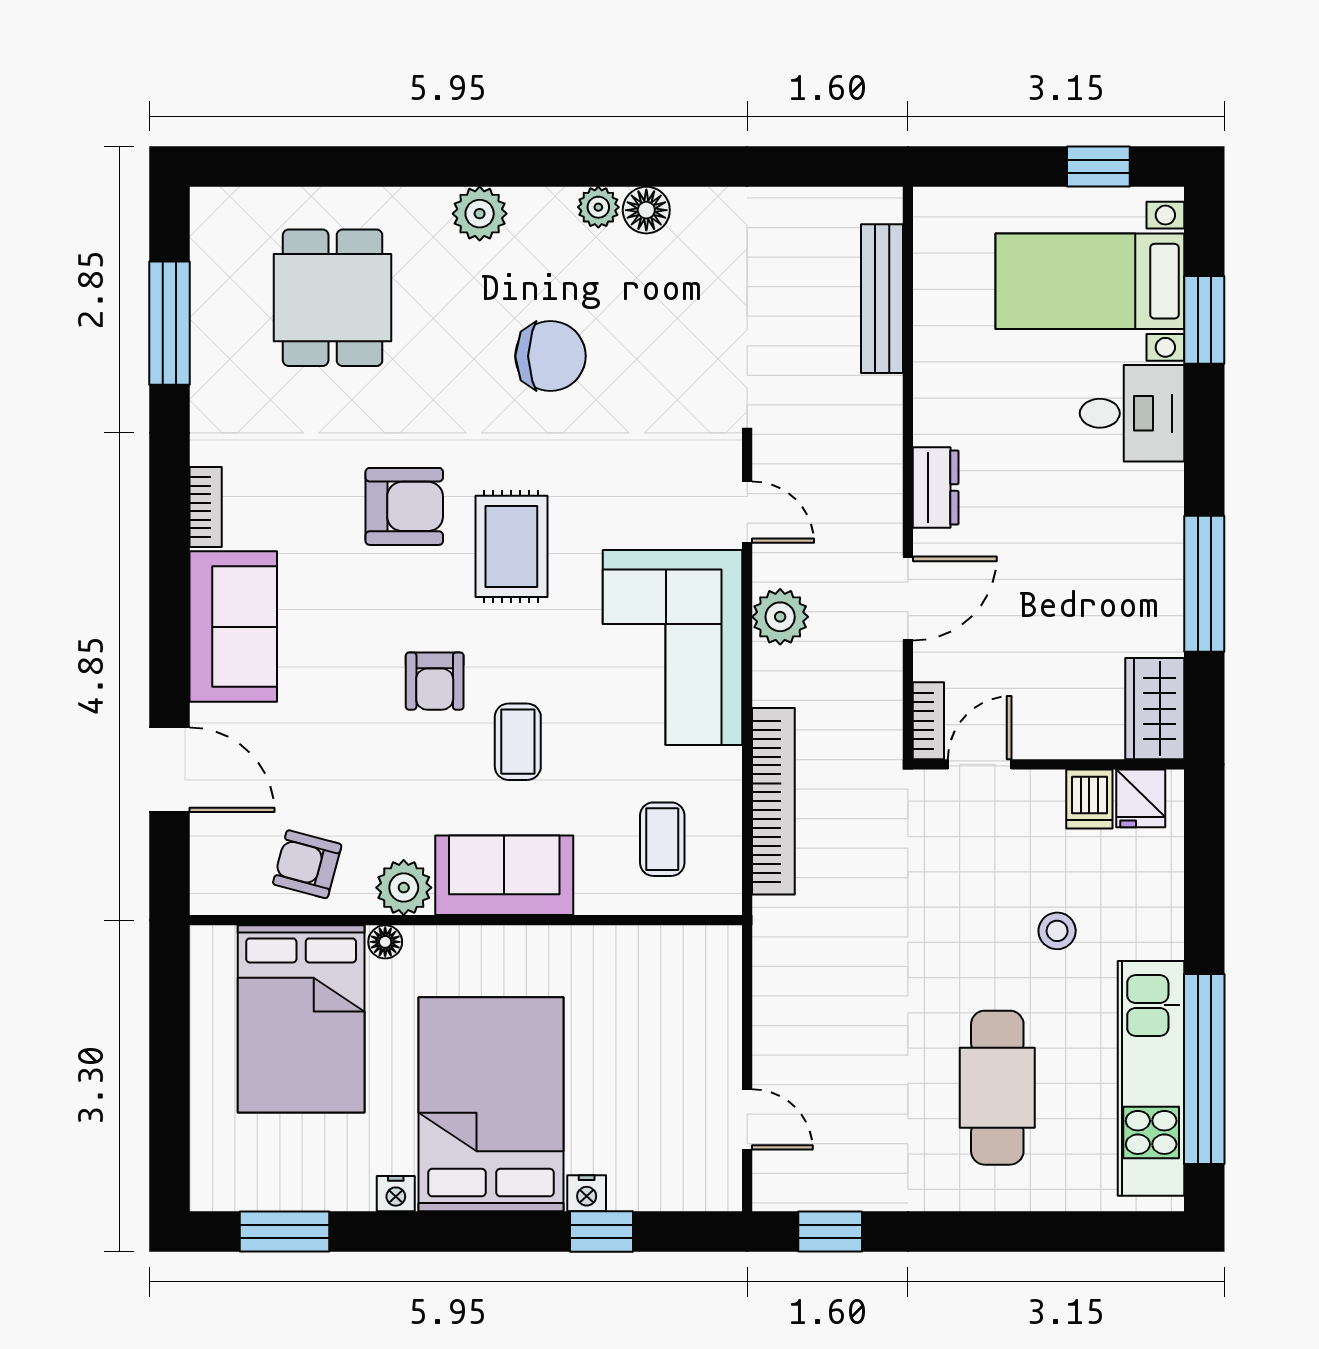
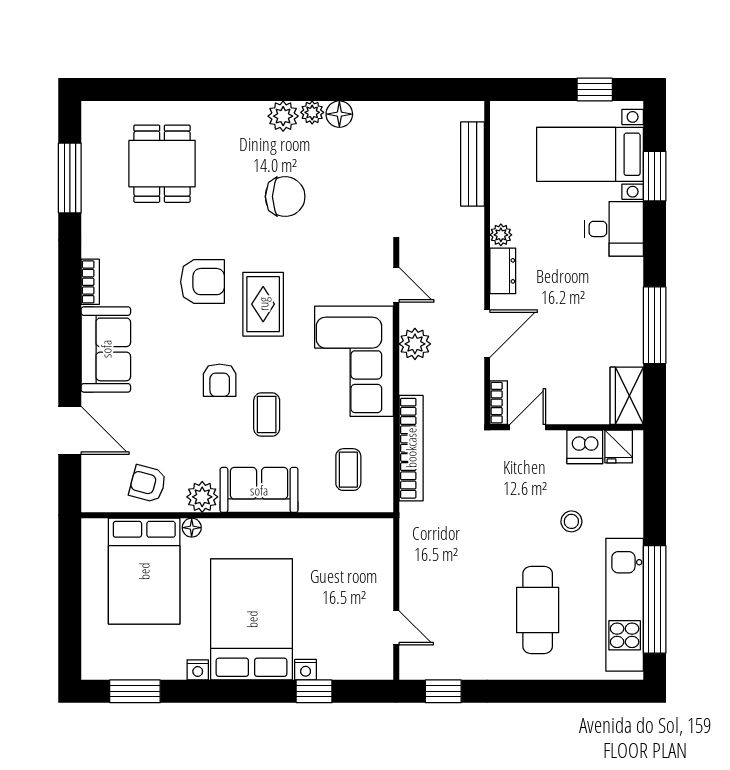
plant: (480, 214) -> (283, 116), moved
plant: (932, 424) -> (501, 235), added
dishwasher: (1089, 799) -> (585, 447), width x1.38

